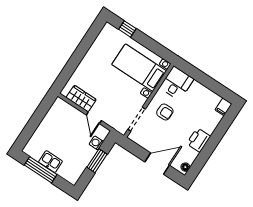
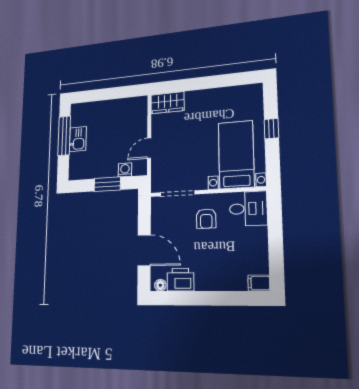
window: (127, 29) -> (271, 129), moved
wardrobe: (81, 99) -> (167, 103), moved, turned 90
printer: (199, 140) -> (180, 280), moved

